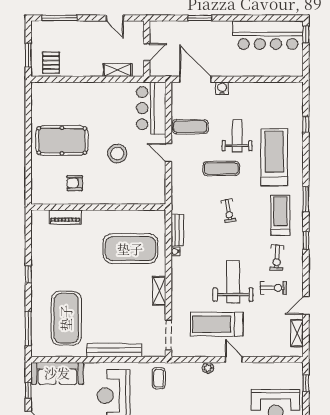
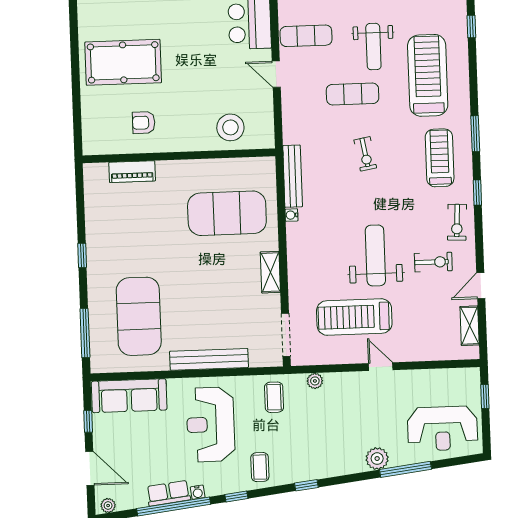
weight bench: (237, 136) -> (373, 47), turned 180
stool: (117, 153) -> (230, 127), moved
bench: (177, 230) -> (293, 176), width x1.36
exercise bike: (277, 258) -> (457, 222), moved
plant: (208, 368) -> (315, 381), moved

